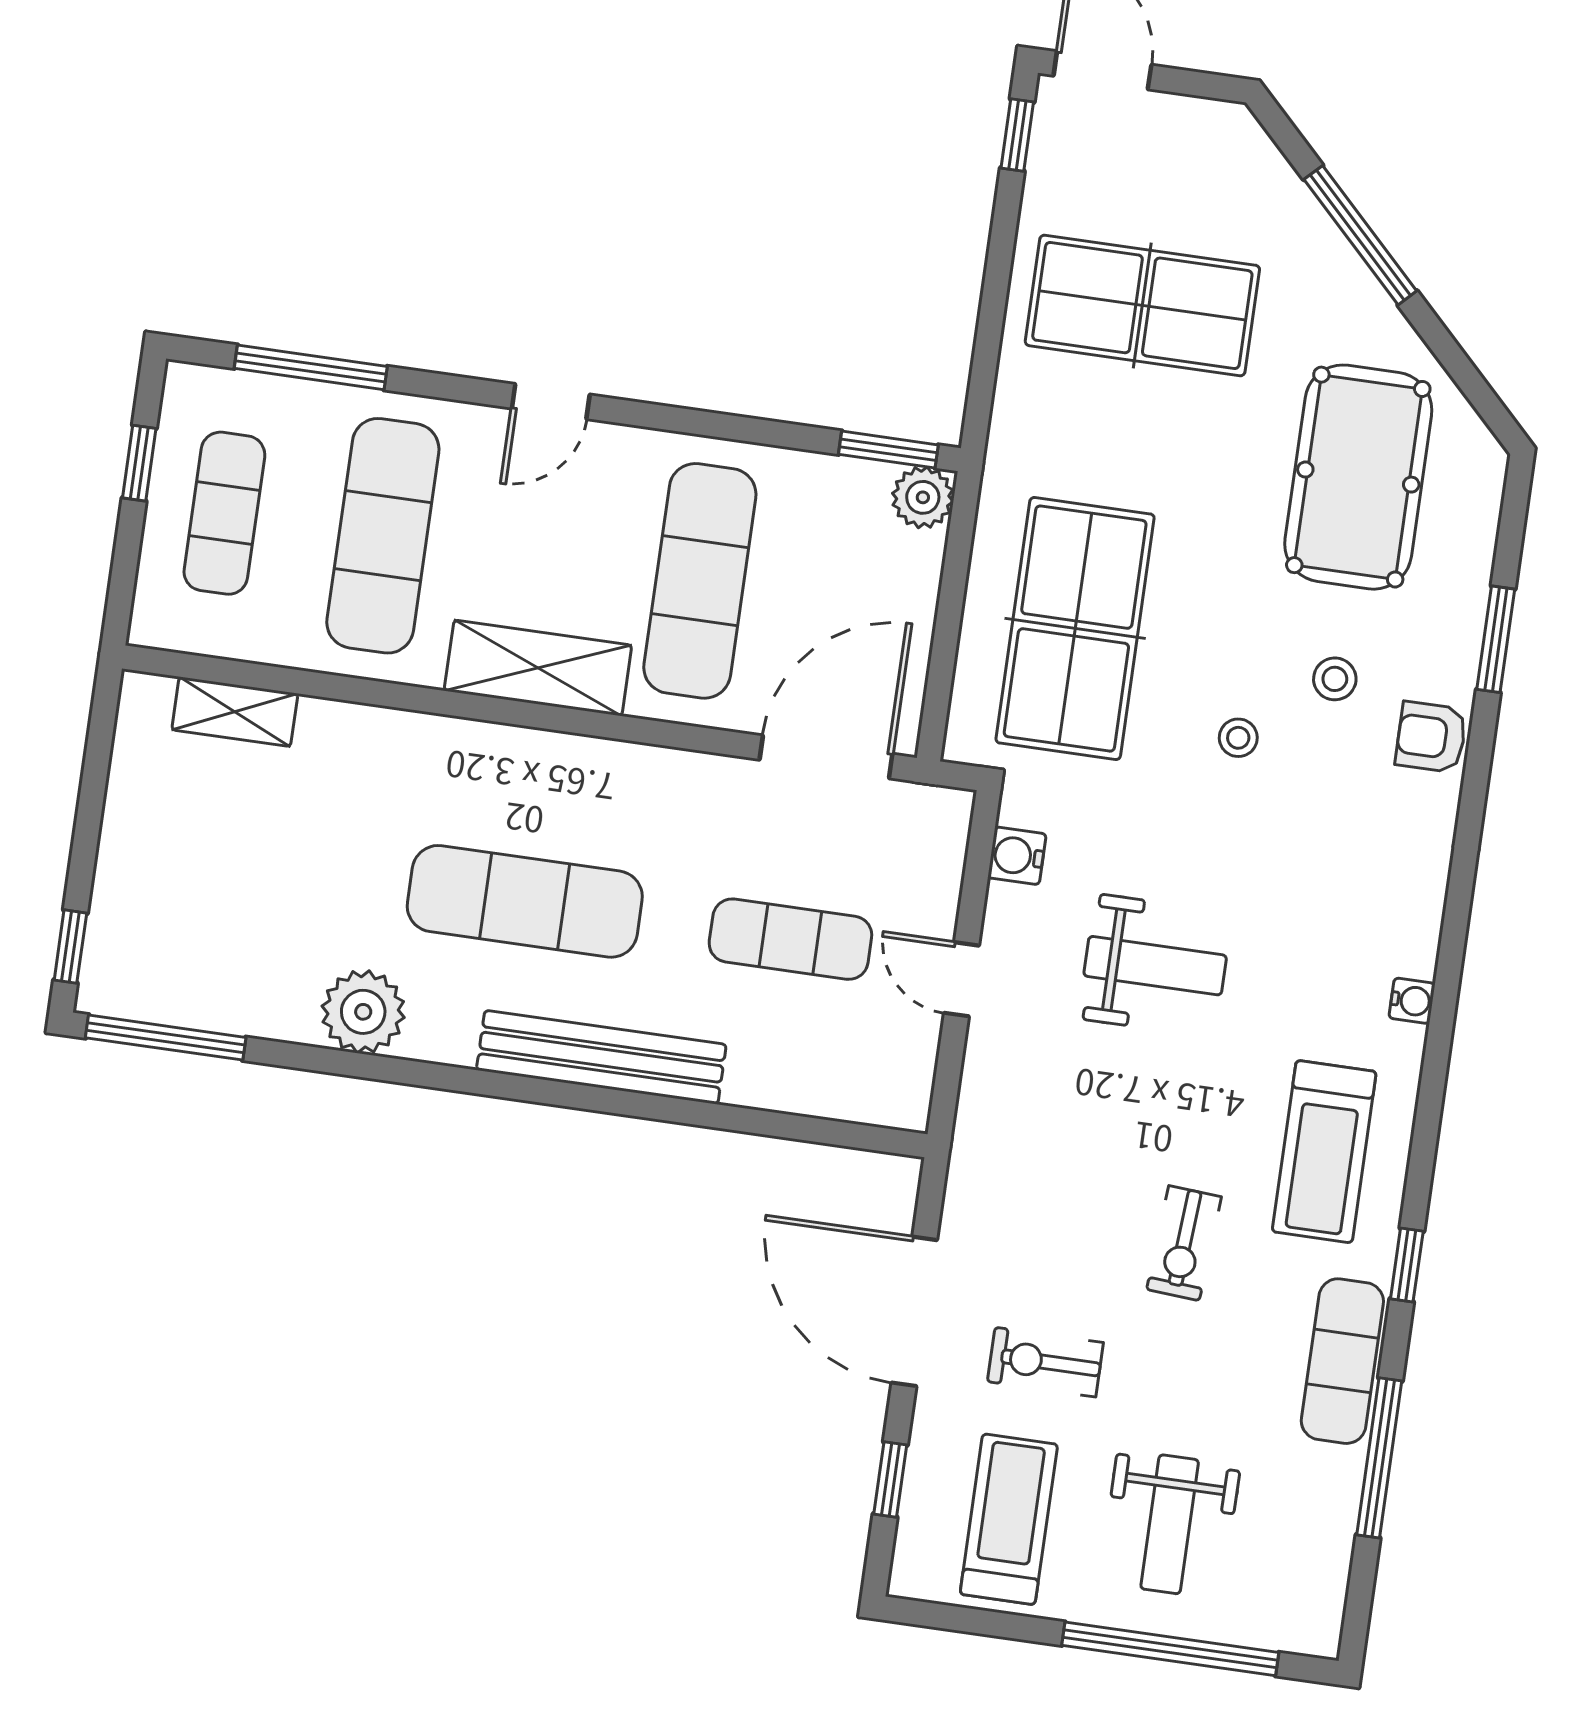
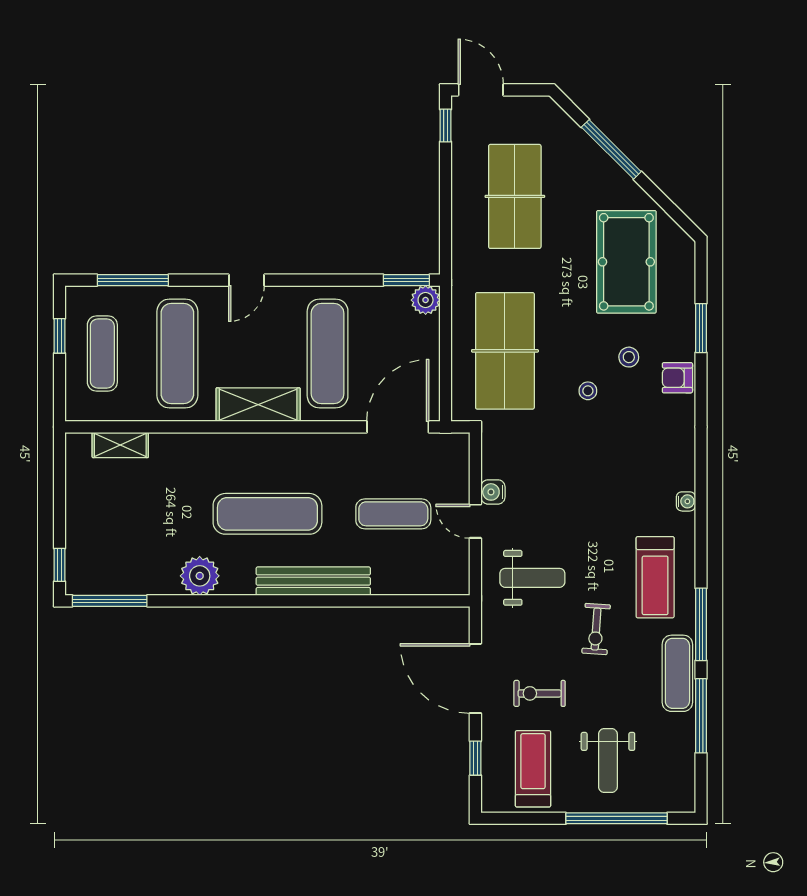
table tennis table: (1142, 305) -> (515, 196), turned 90
water cooler: (1017, 856) -> (493, 492), moved
weight bench: (1155, 966) -> (532, 578), moved
window: (1407, 1265) -> (701, 624), width x2.17

